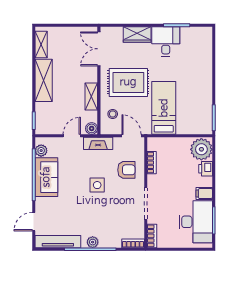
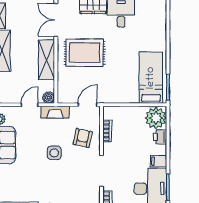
shelving: (91, 96) -> (46, 60), width x1.50, depth x1.33
bed: (164, 108) -> (151, 78), moved
stool: (113, 114) -> (69, 83), removed
door: (132, 136) -> (88, 105), hinge flipped
armchair: (126, 170) -> (83, 138), turned -78

